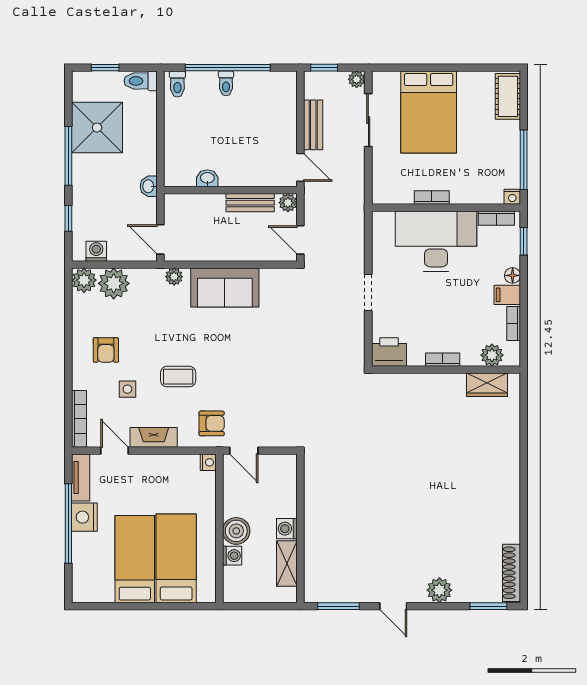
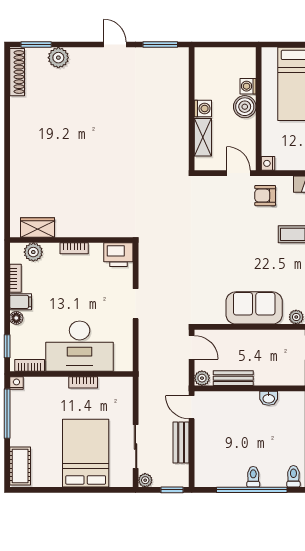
shelving: (287, 564) -> (203, 137), moved
plant: (439, 590) -> (58, 58), moved

